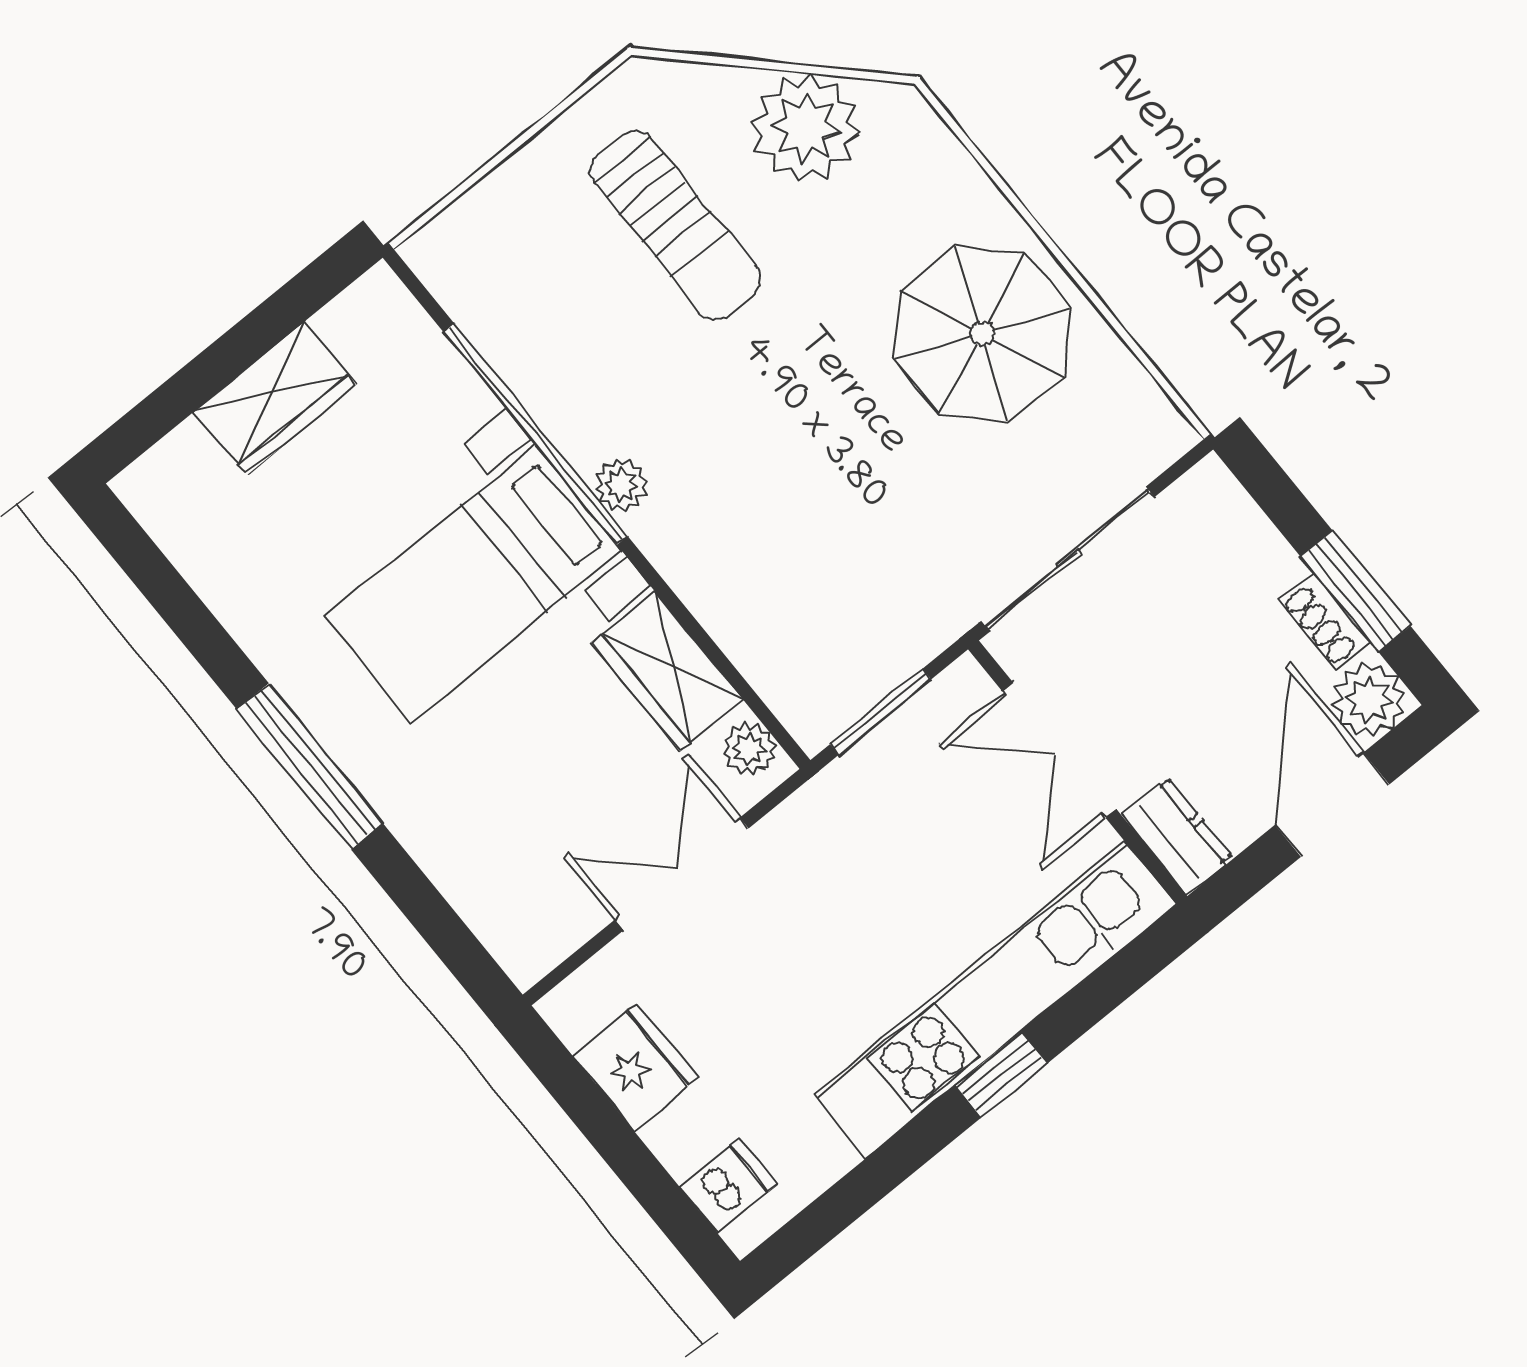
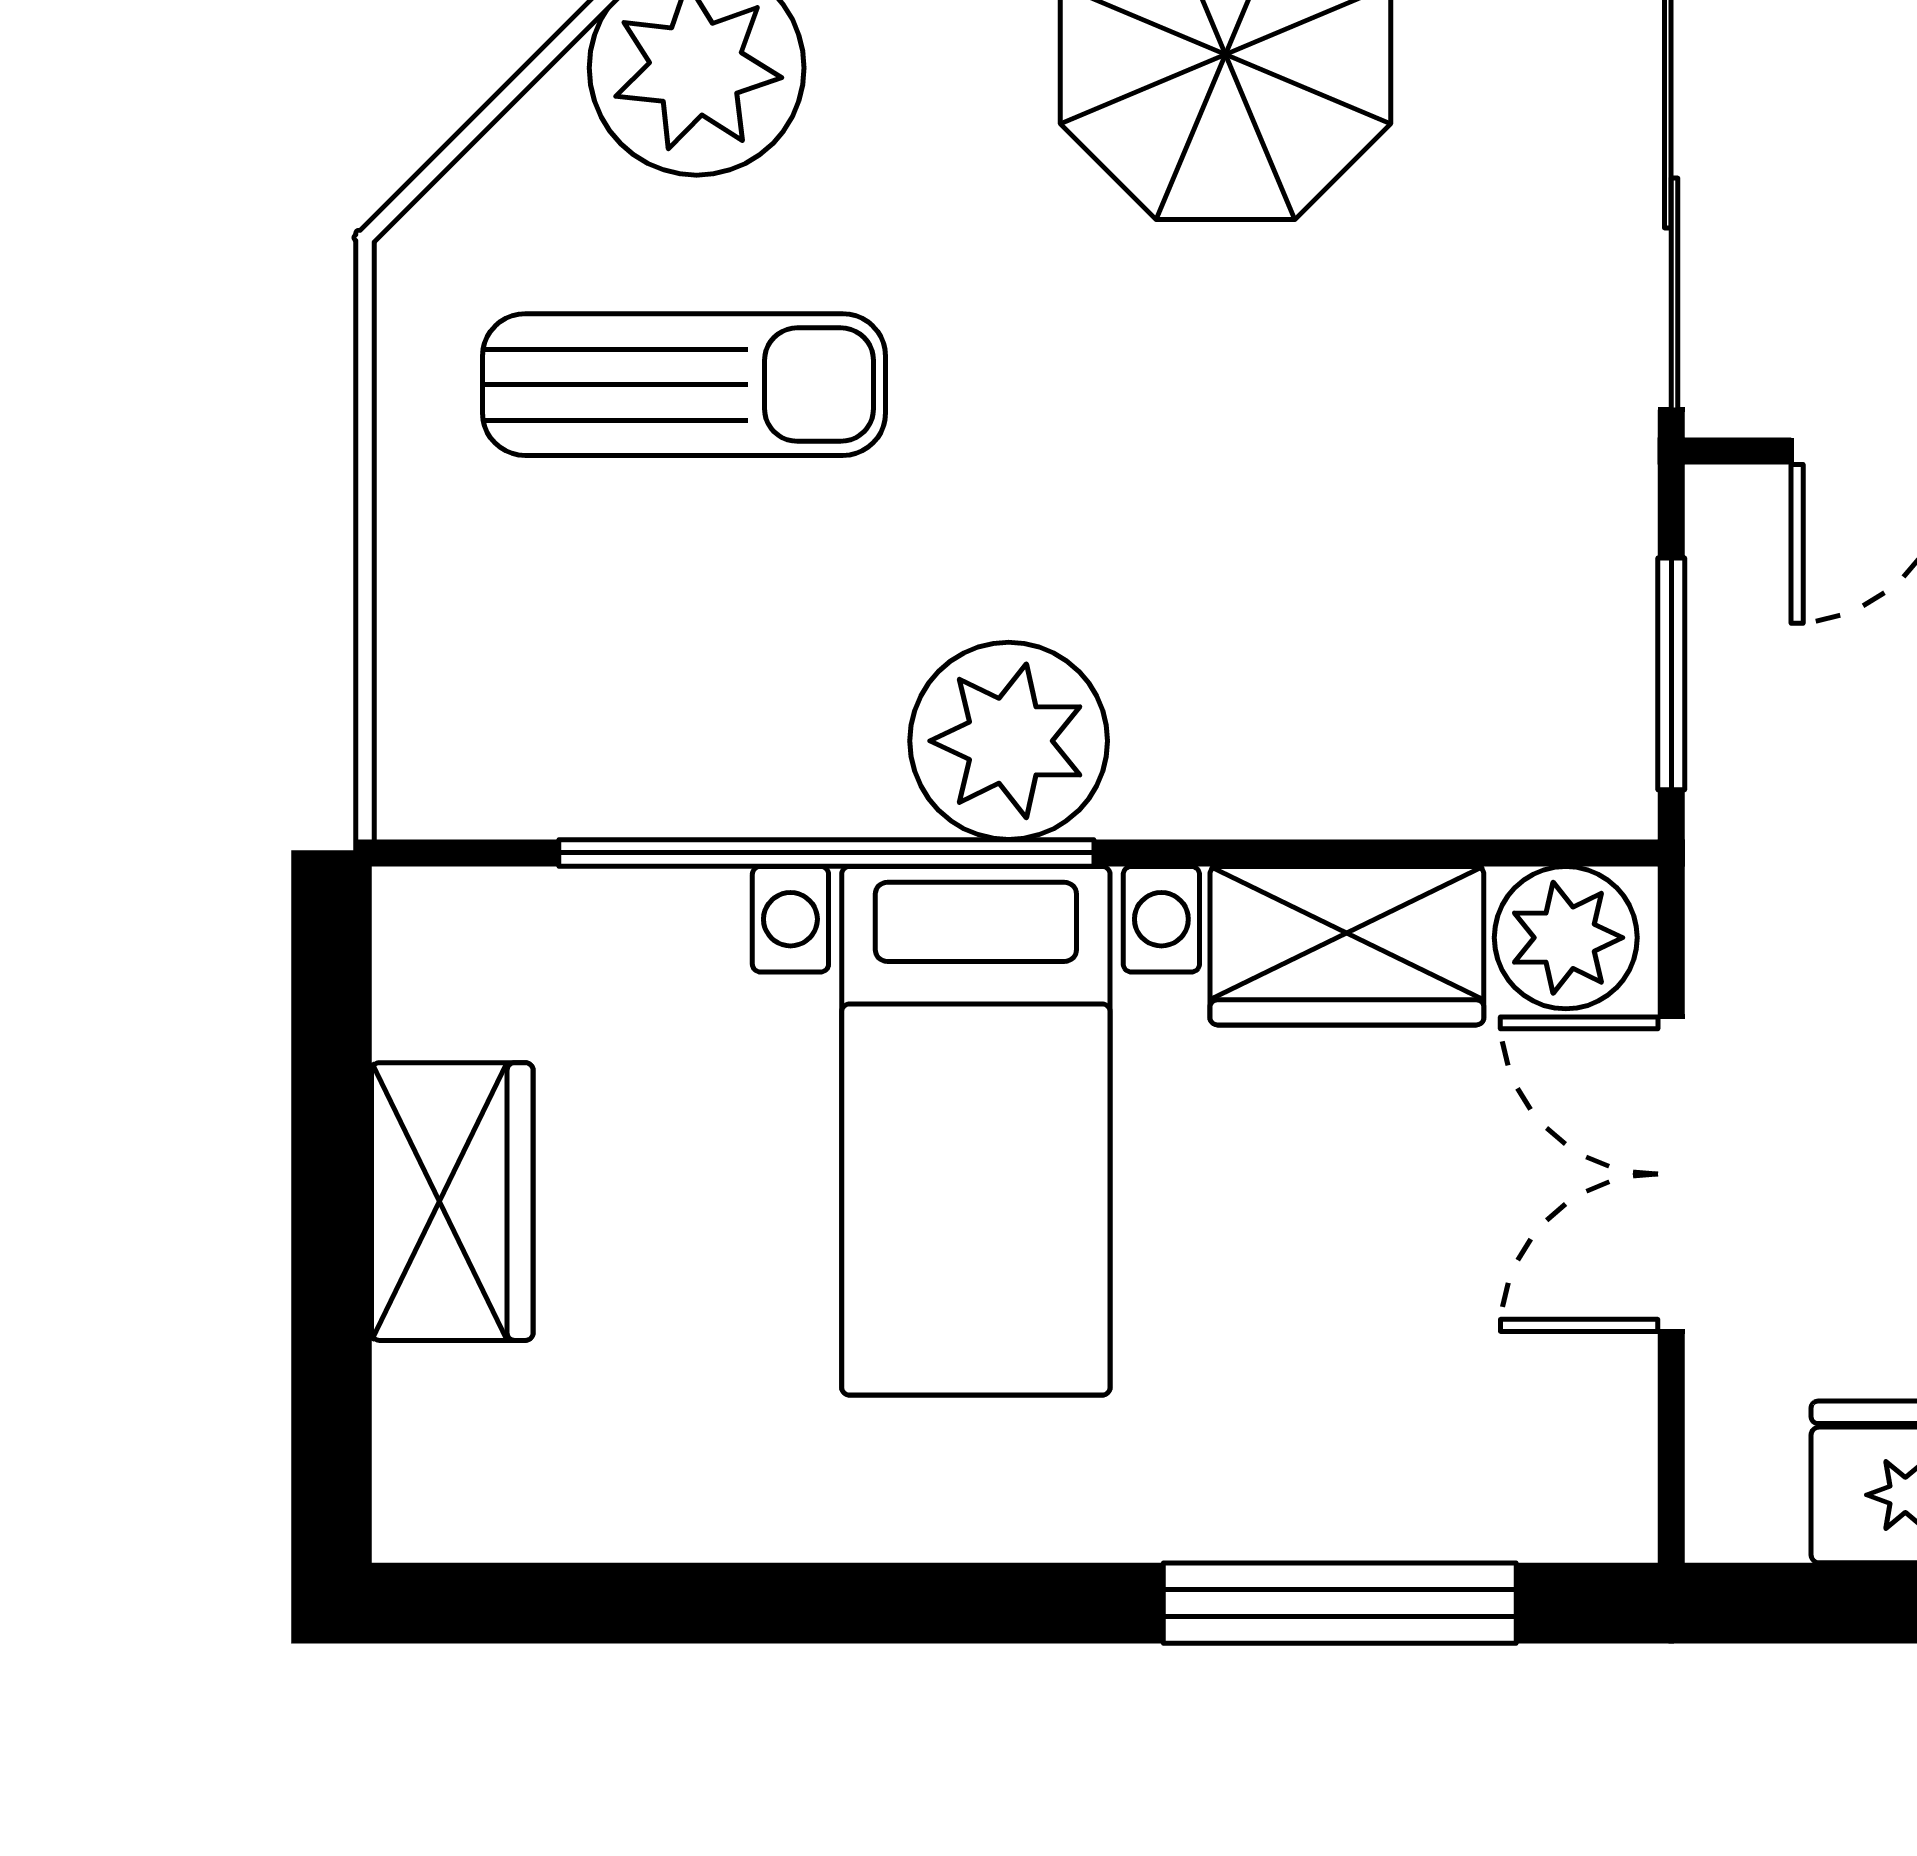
plant: (621, 485) -> (1009, 741), width x1.88, depth x1.88
plant: (749, 749) -> (1566, 938), width x1.38, depth x1.38
window: (310, 767) -> (1340, 1603), moved

